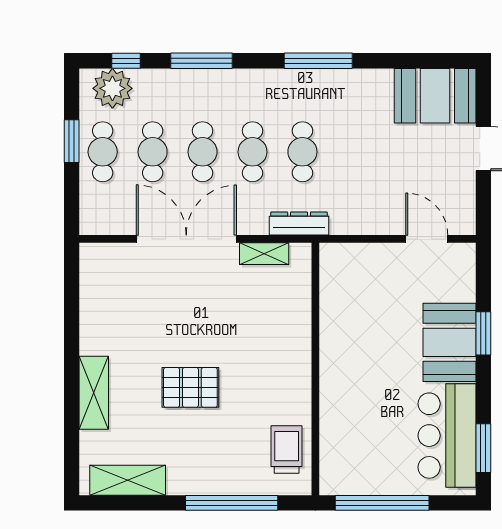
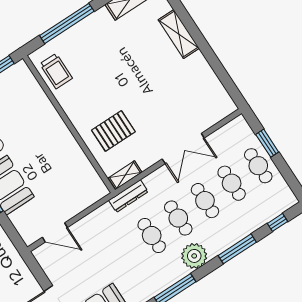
plant: (112, 88) -> (194, 256), moved
window: (72, 141) -> (267, 143), moved
double door: (186, 239) -> (183, 148), width x0.73
shelving: (264, 254) -> (125, 175), moved
pallet: (190, 387) -> (113, 131), moved

